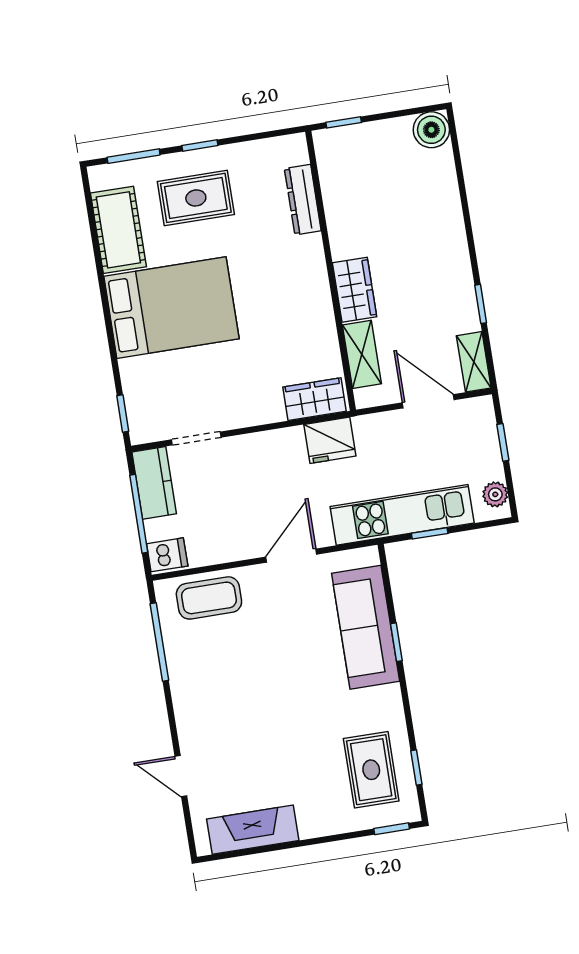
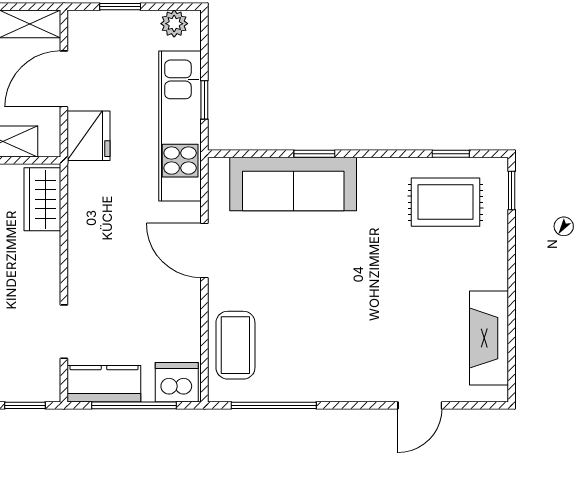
fridge: (330, 440) -> (89, 136), moved
dishwasher: (167, 555) -> (177, 382), width x1.38

